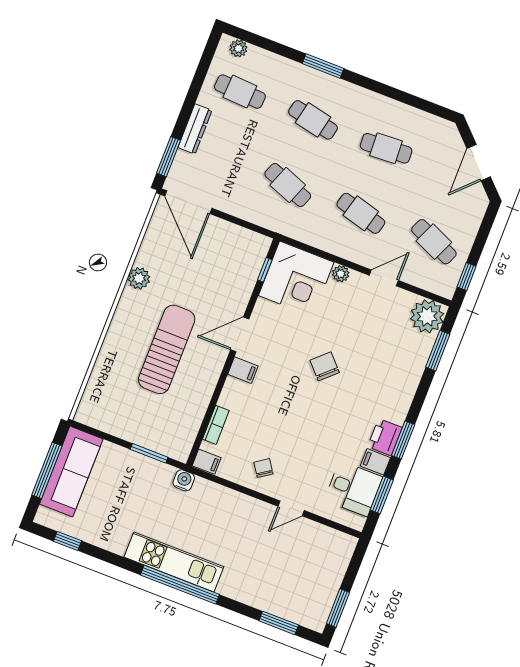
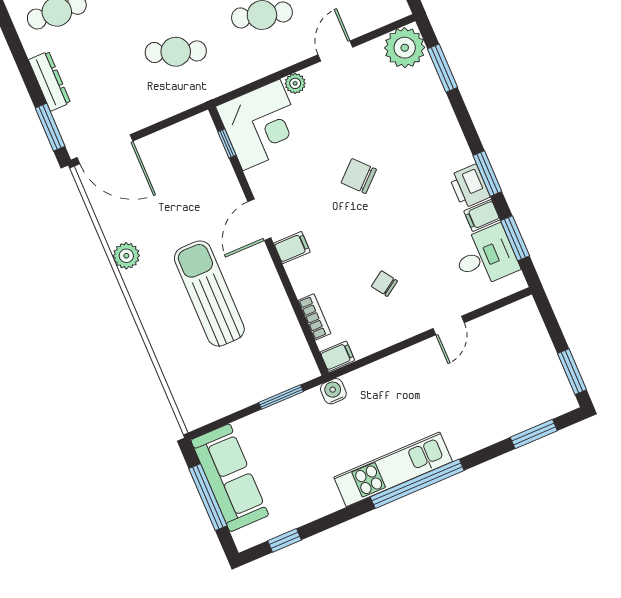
chair: (263, 468) -> (384, 284), moved

